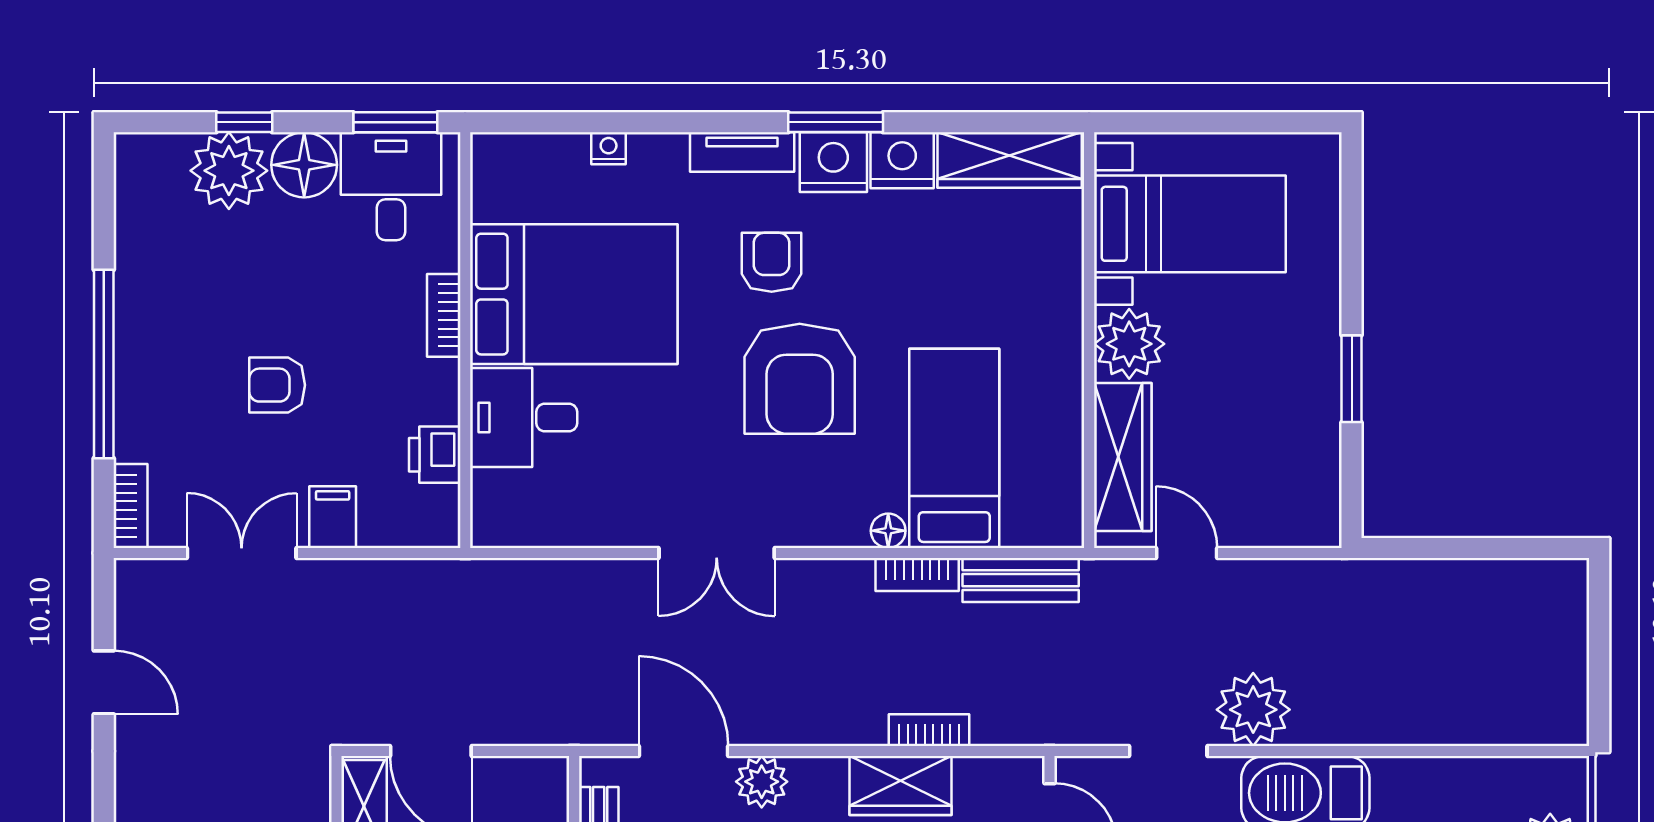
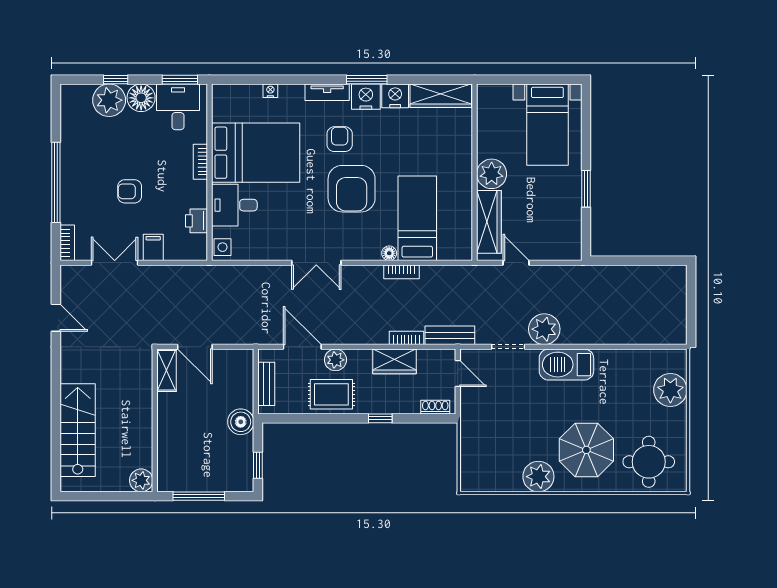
bed with nightstands: (1190, 224) -> (547, 125), moved, turned 90
side table: (496, 516) -> (223, 247), added
bench: (1021, 580) -> (450, 335), moved

